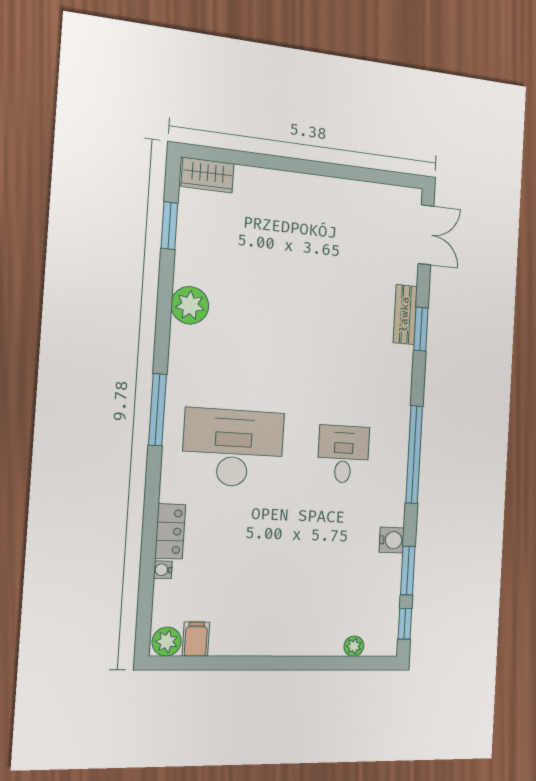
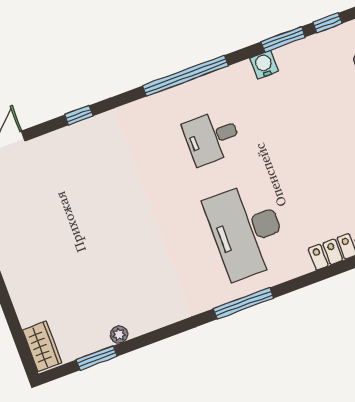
plant: (190, 305) -> (119, 334), moved, width x0.53, depth x0.53
bench: (405, 314) -> (73, 134), removed
window: (421, 329) -> (79, 115), width x0.67

